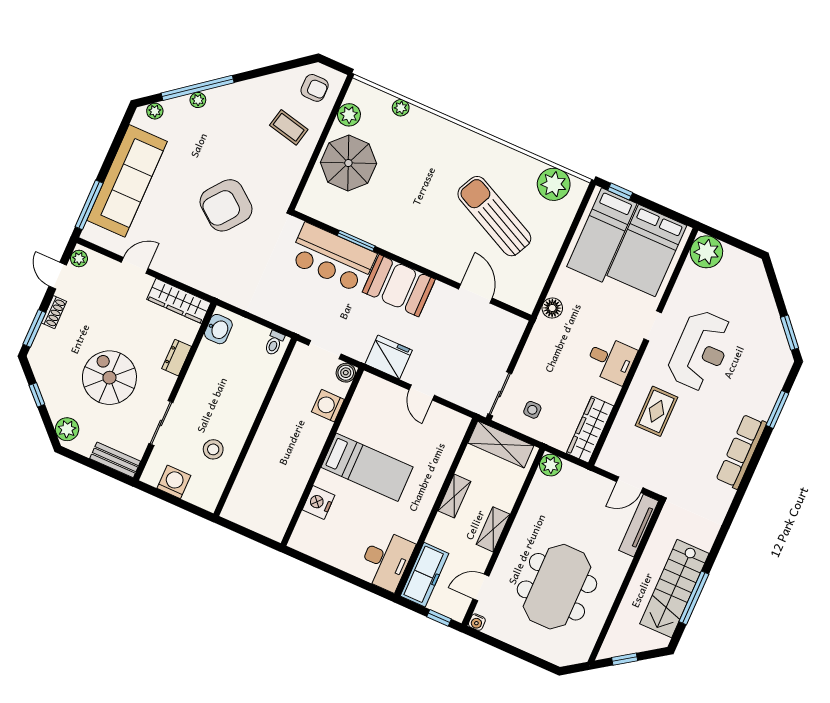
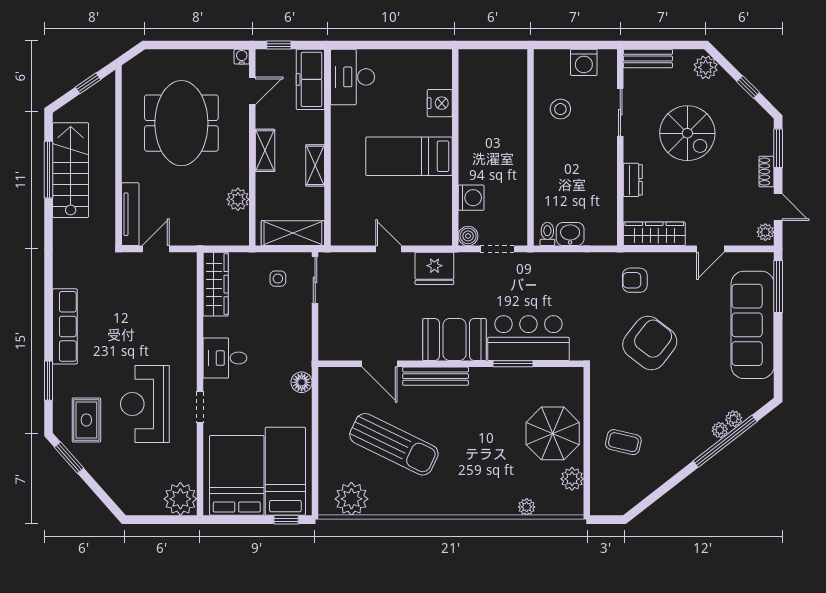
armchair: (315, 88) -> (635, 280), moved
plant: (155, 111) -> (734, 419), moved
bench: (430, 260) -> (436, 376), added
washbasin: (218, 329) -> (570, 234), moved, turned 90
rug: (656, 411) -> (86, 420), moved
plant: (551, 465) -> (238, 199), moved

